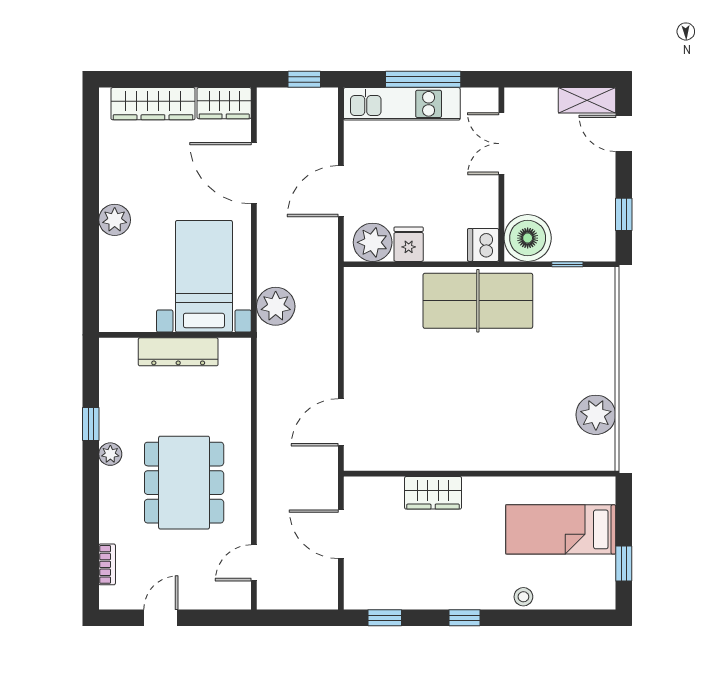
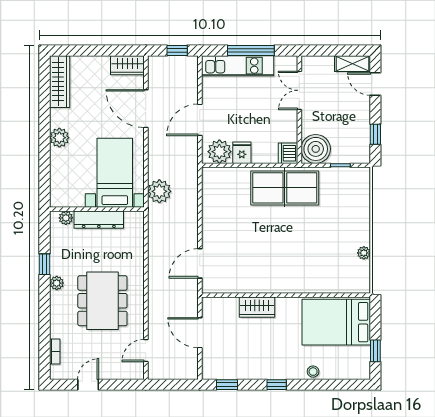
wardrobe: (153, 104) -> (60, 82), moved, turned -90
plant: (125, 349) -> (66, 218), added
plant: (596, 415) -> (364, 253), width x0.53, depth x0.53
bed: (561, 529) -> (336, 322), width x1.50

